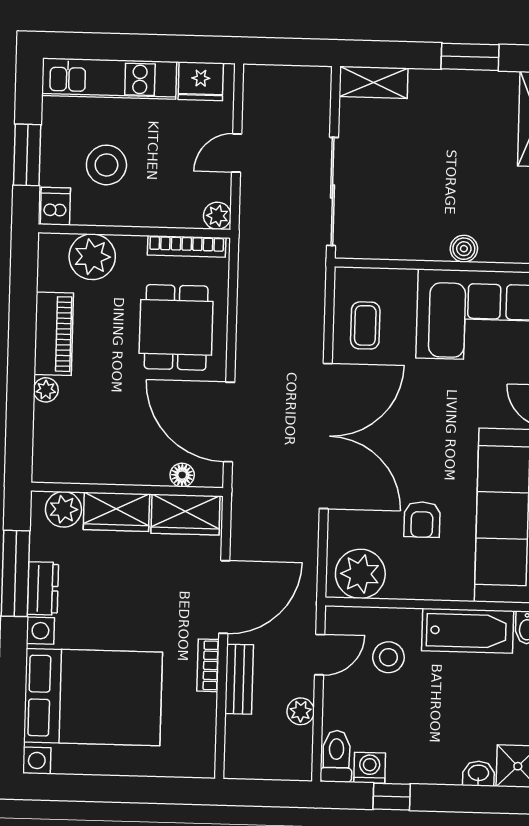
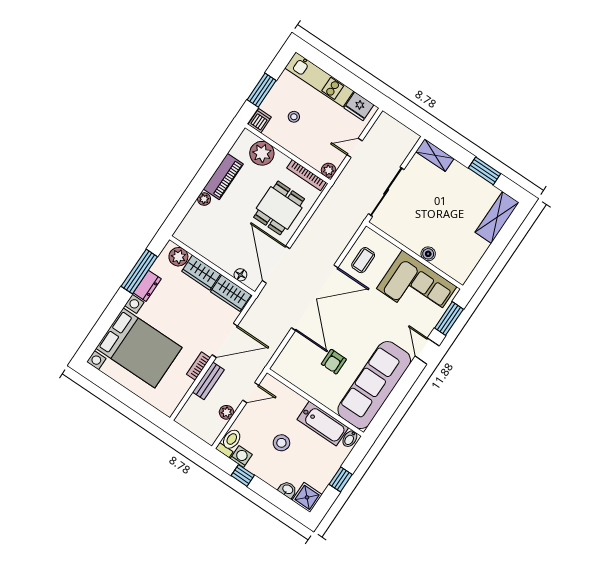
stool: (106, 165) -> (294, 117), width x0.53, depth x0.53
plant: (360, 574) -> (291, 368), removed
stool: (388, 657) -> (281, 443), moved

